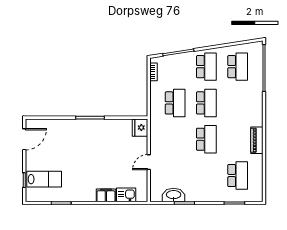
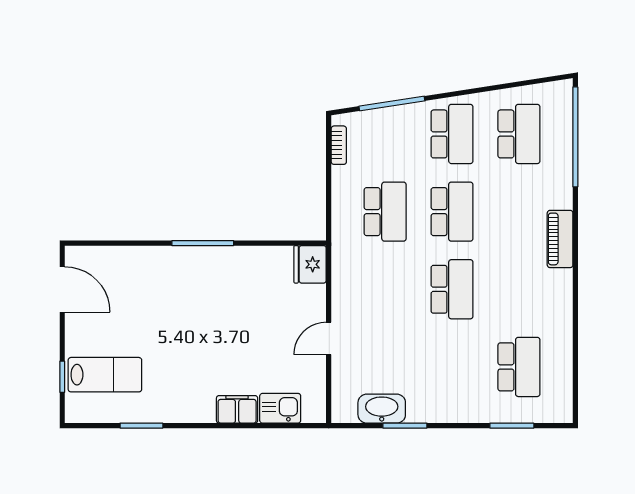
door: (24, 139) -> (62, 289), hinge flipped
piano: (257, 140) -> (560, 239), moved

